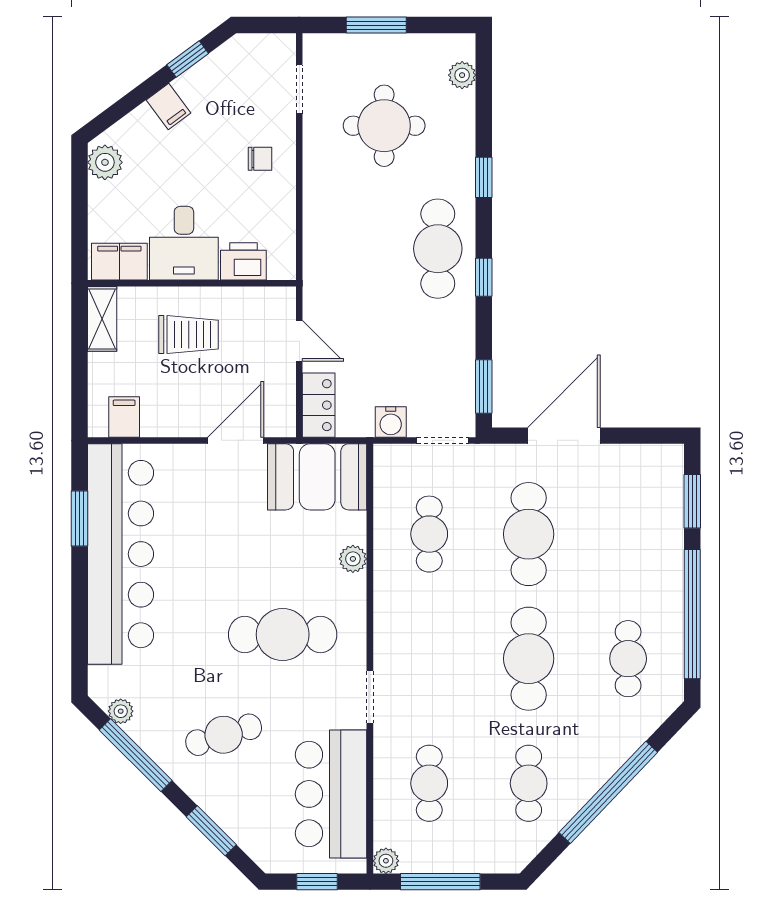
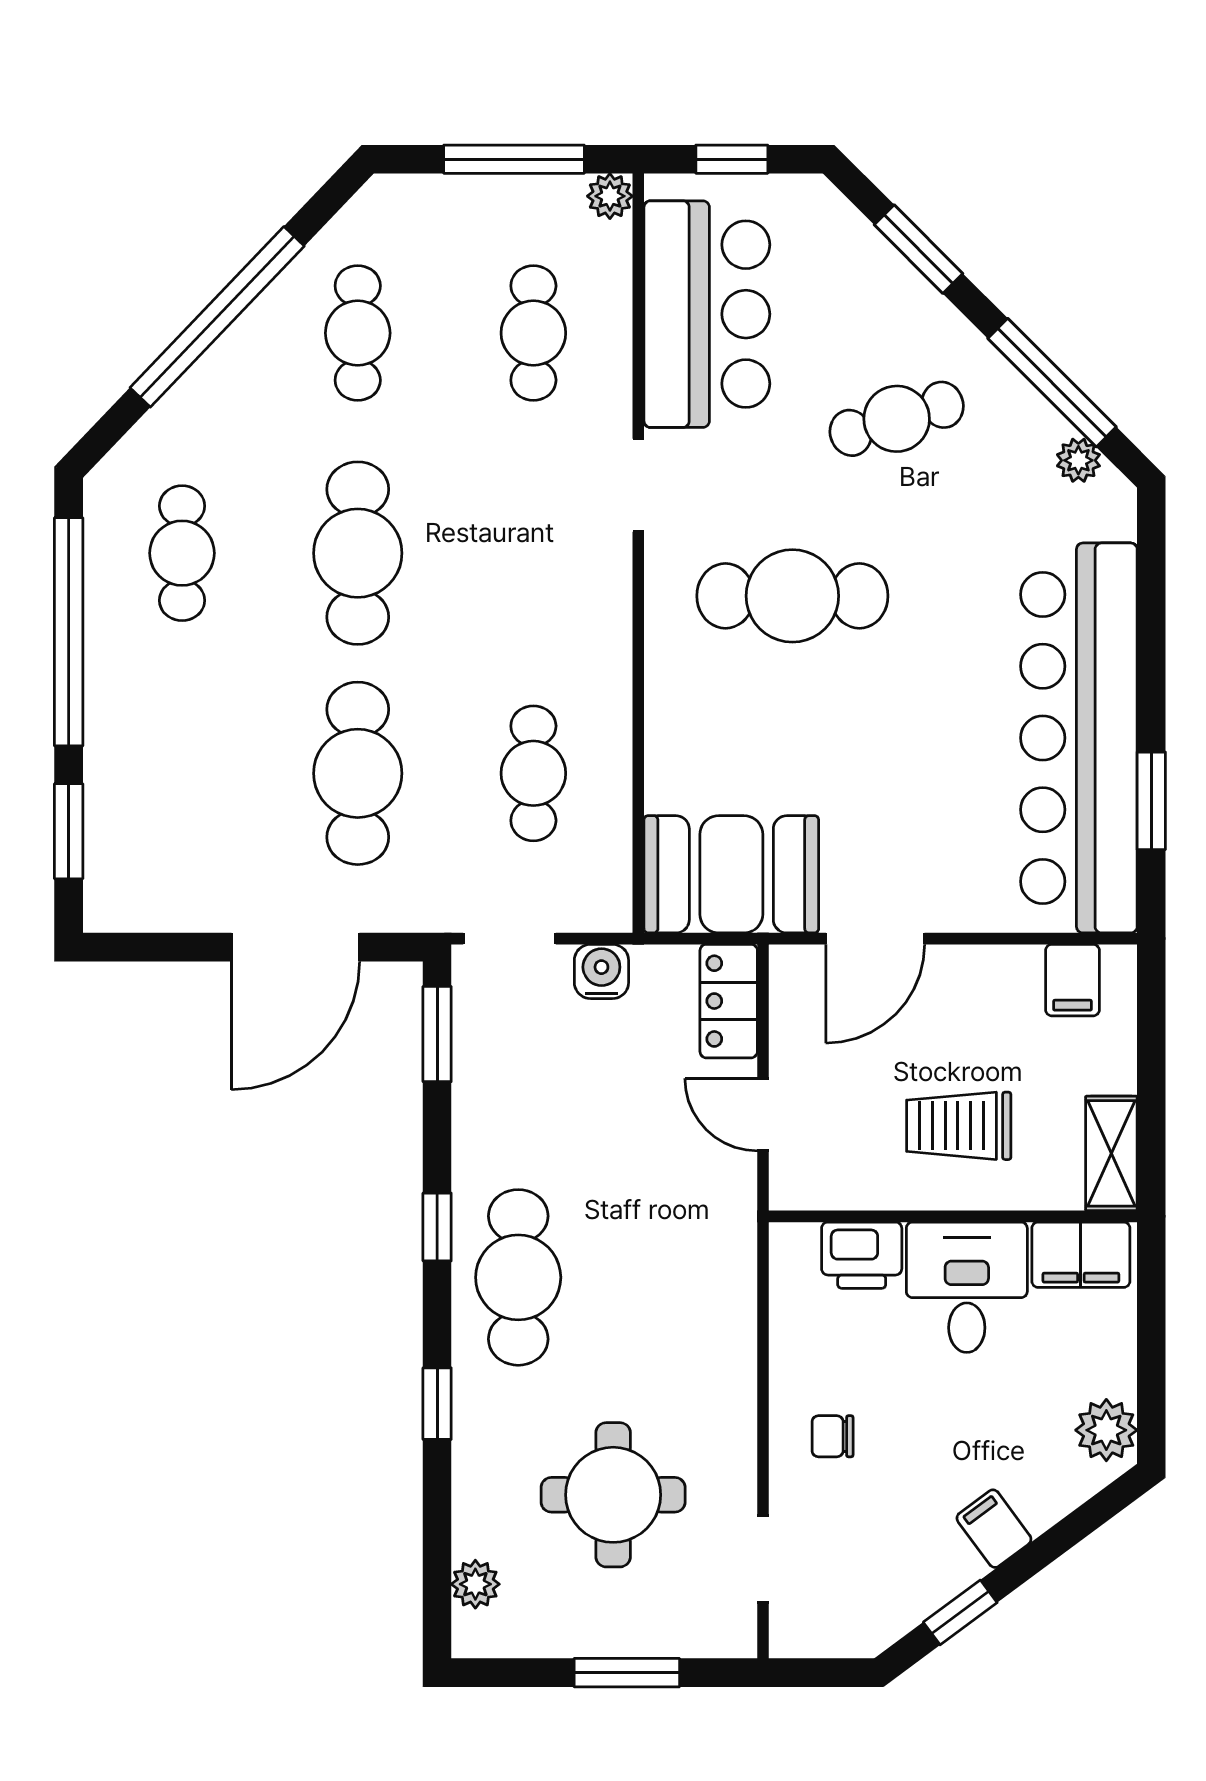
plant: (353, 559) -> (668, 729), removed

